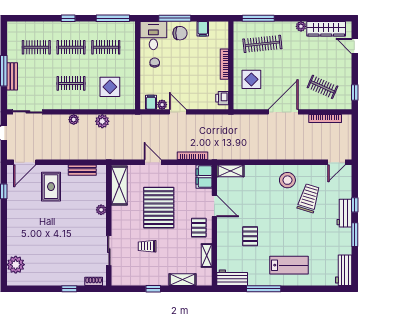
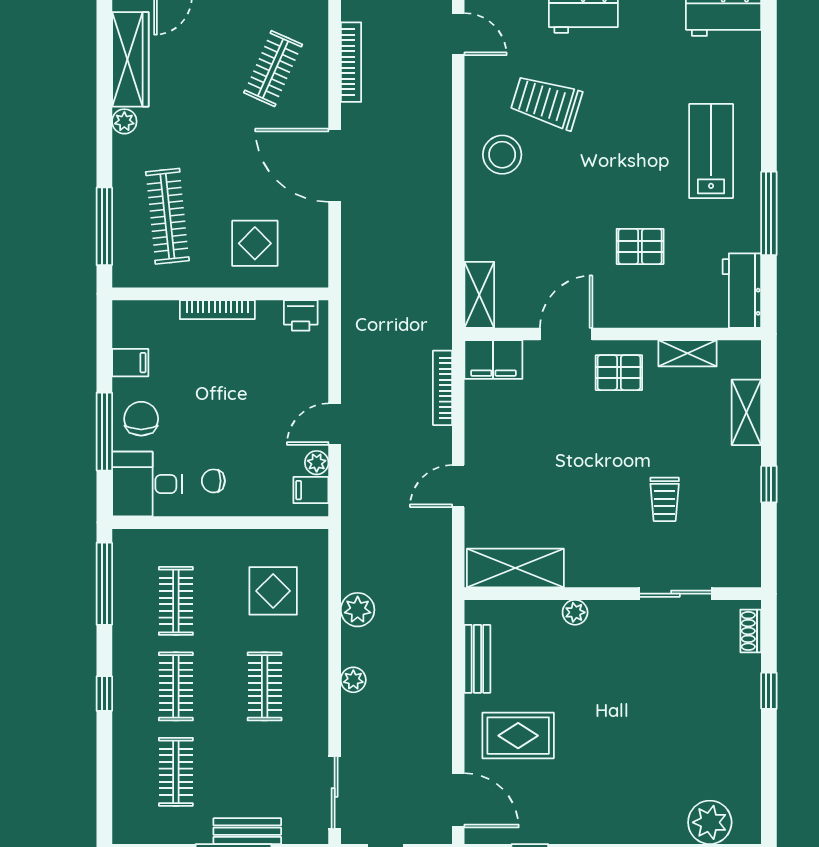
pallet: (159, 208) -> (570, 471), removed

